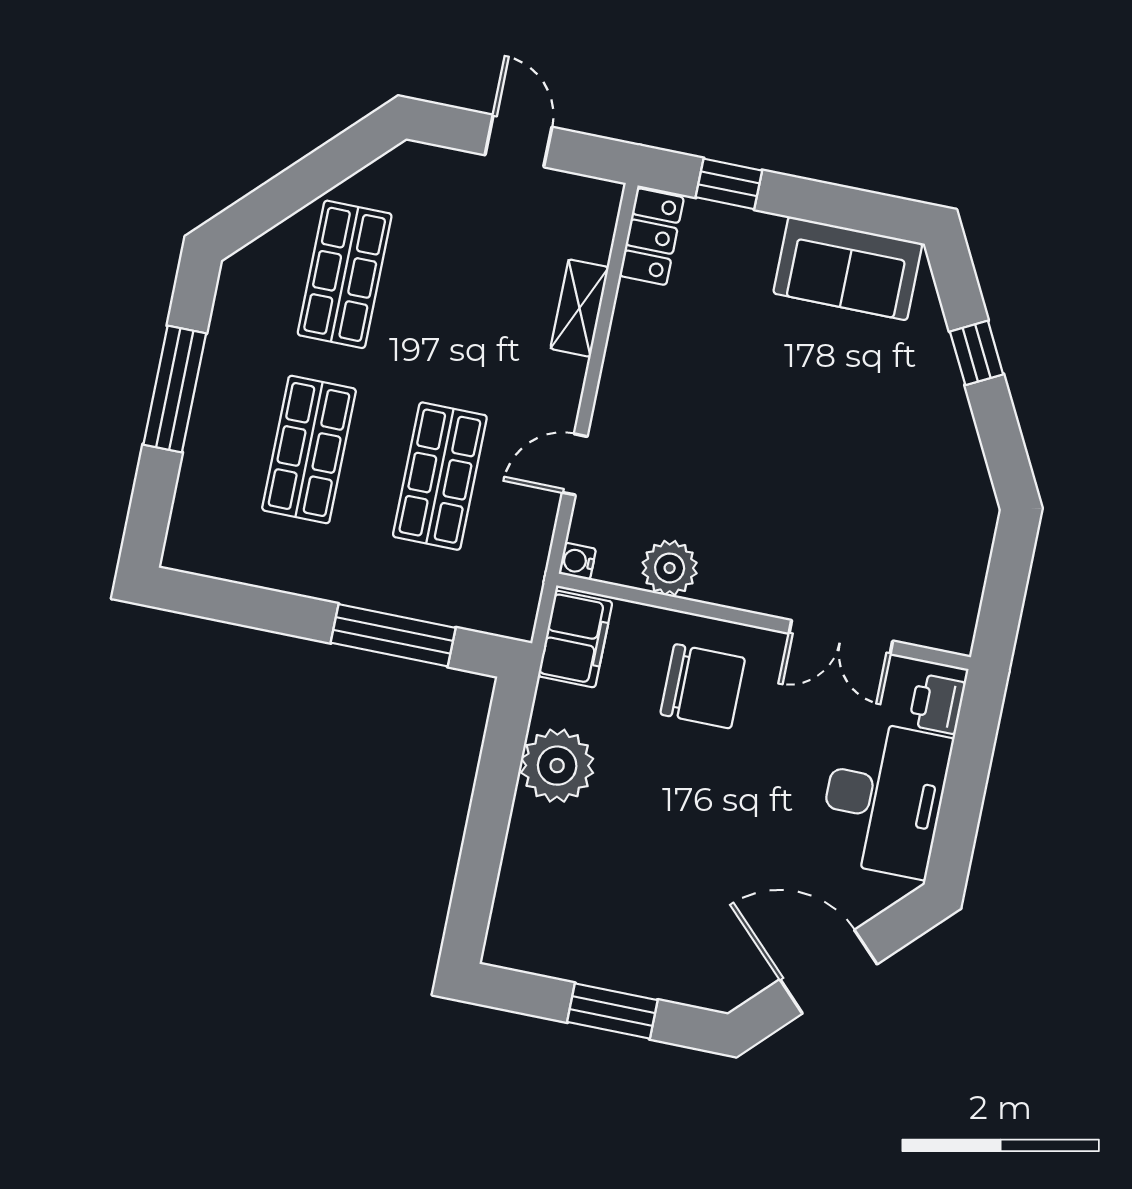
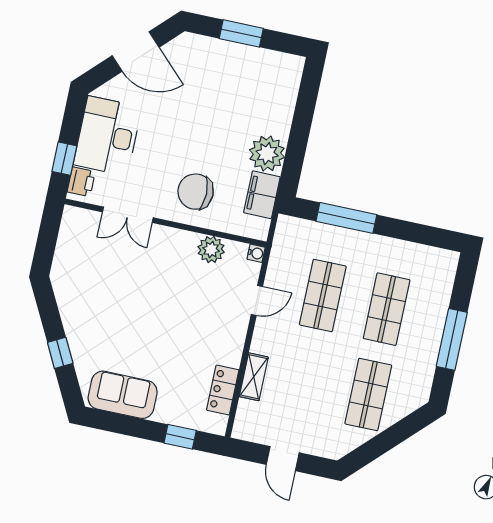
locker: (652, 237) -> (223, 390), moved
double door: (841, 637) -> (128, 215), swing flipped
filing cabinet: (575, 639) -> (262, 195), moved
window: (972, 751) -> (64, 159), added

